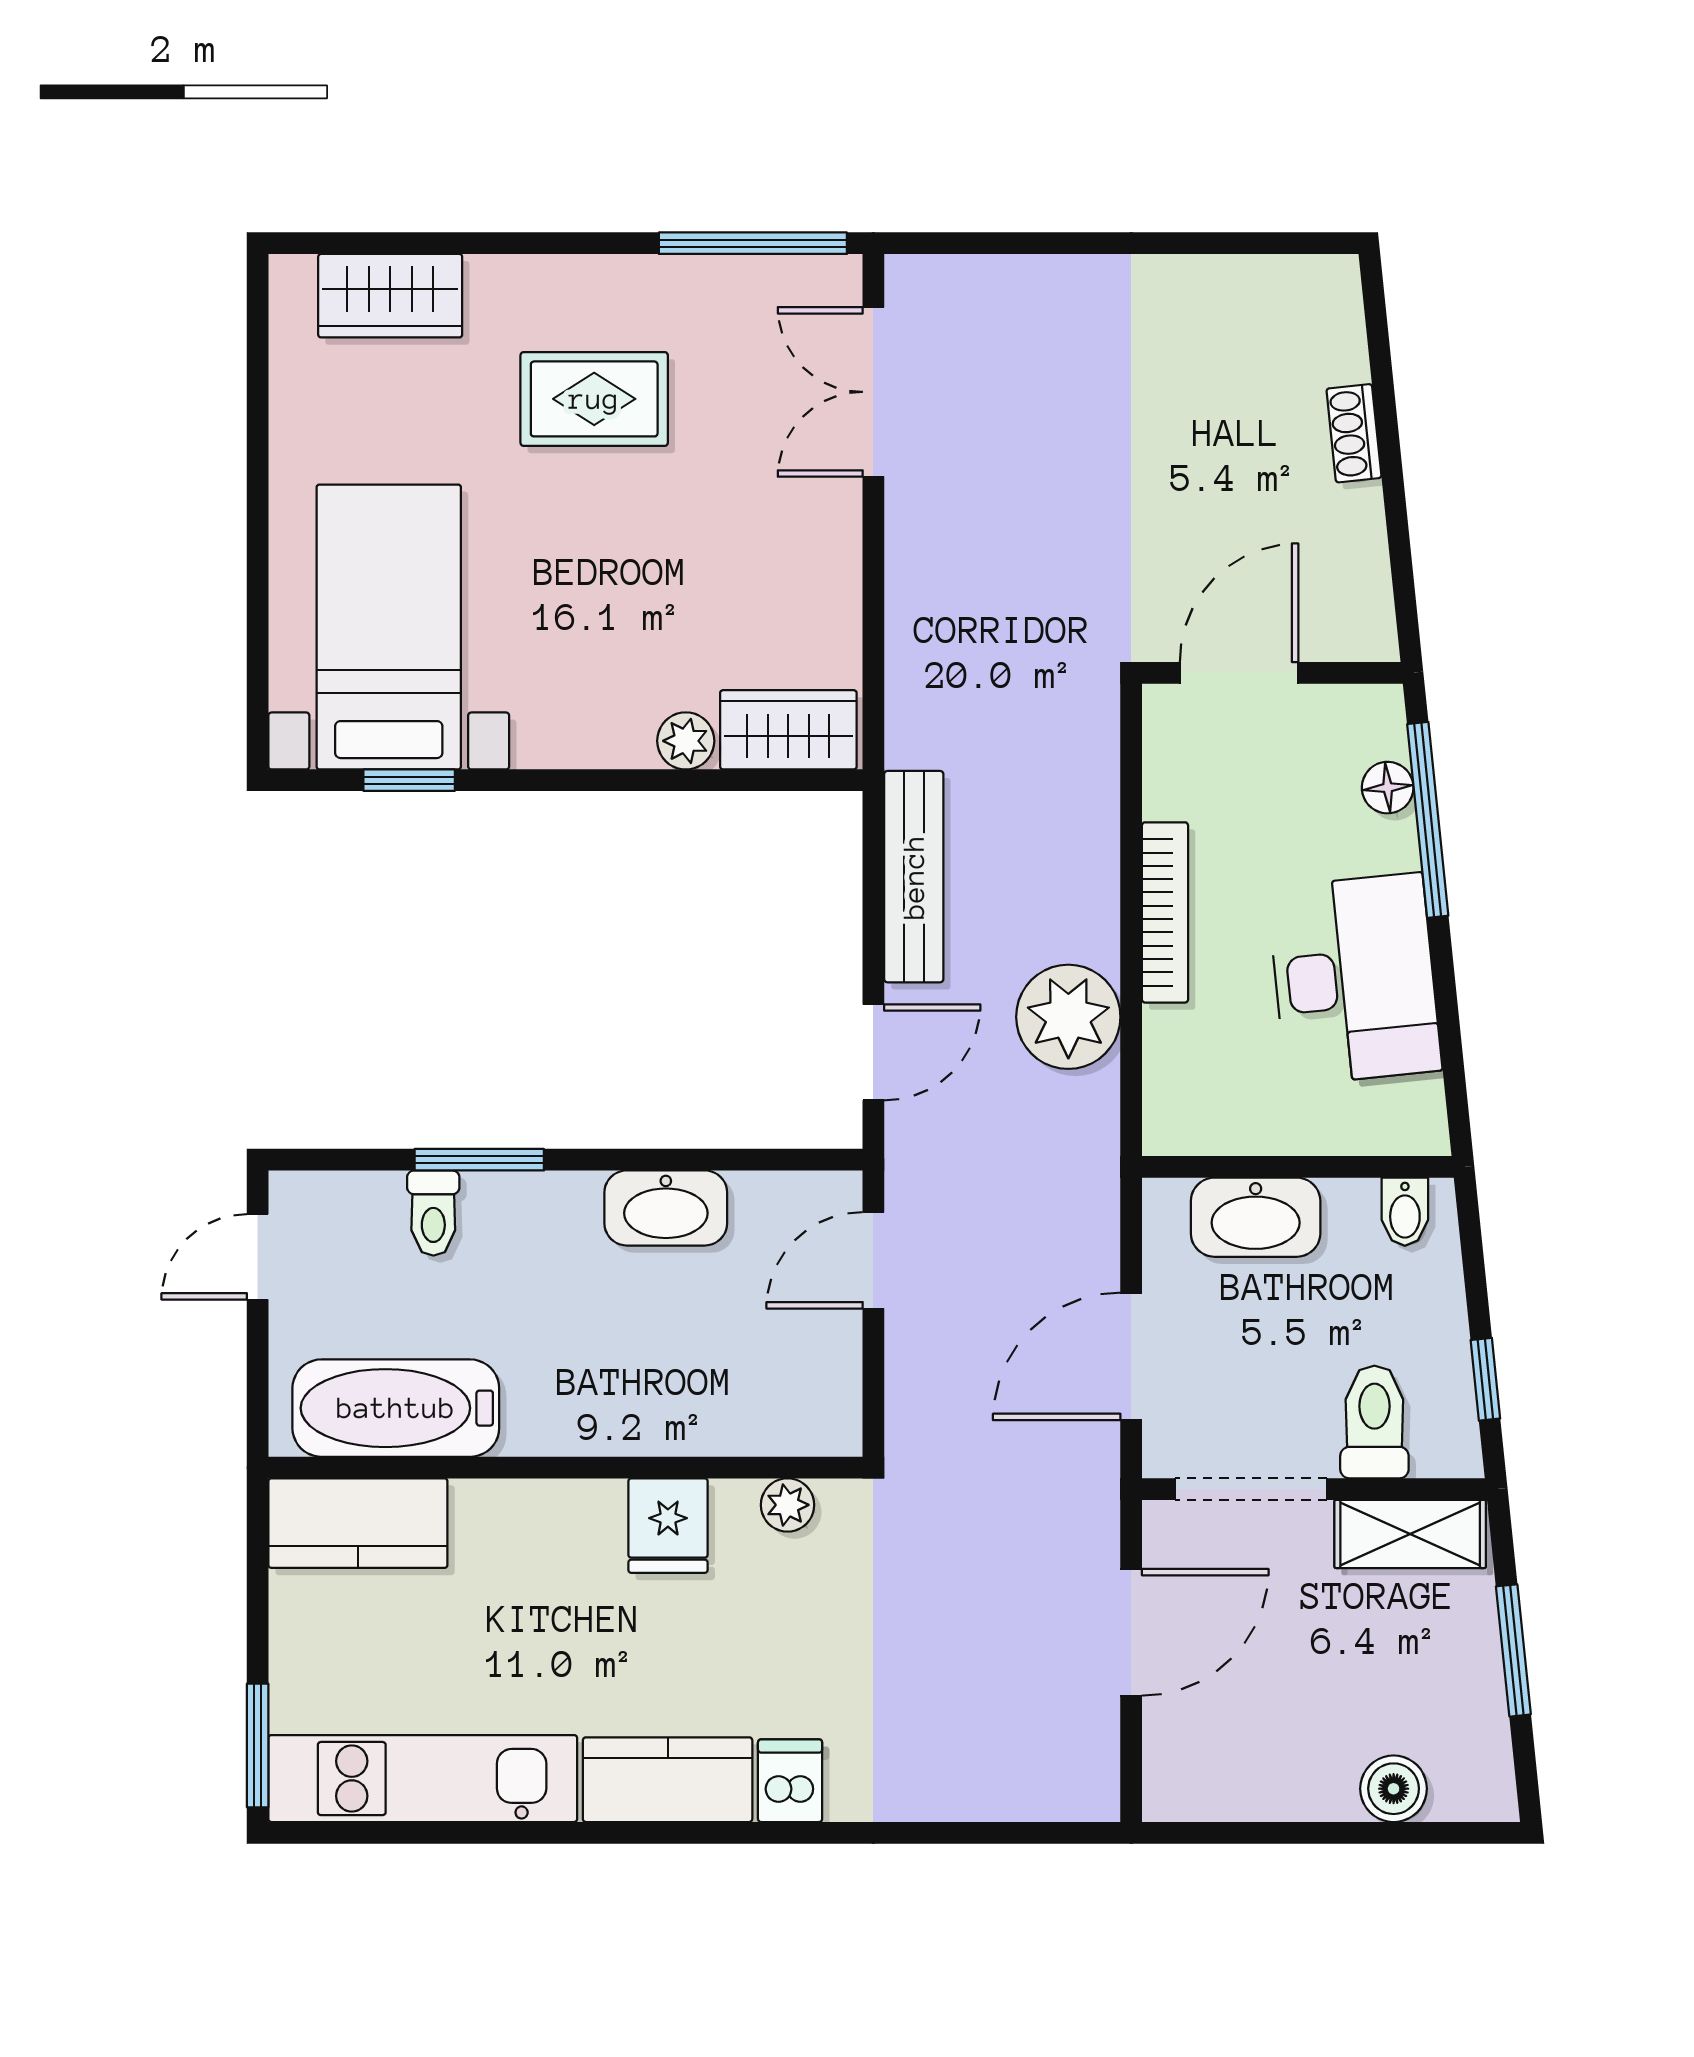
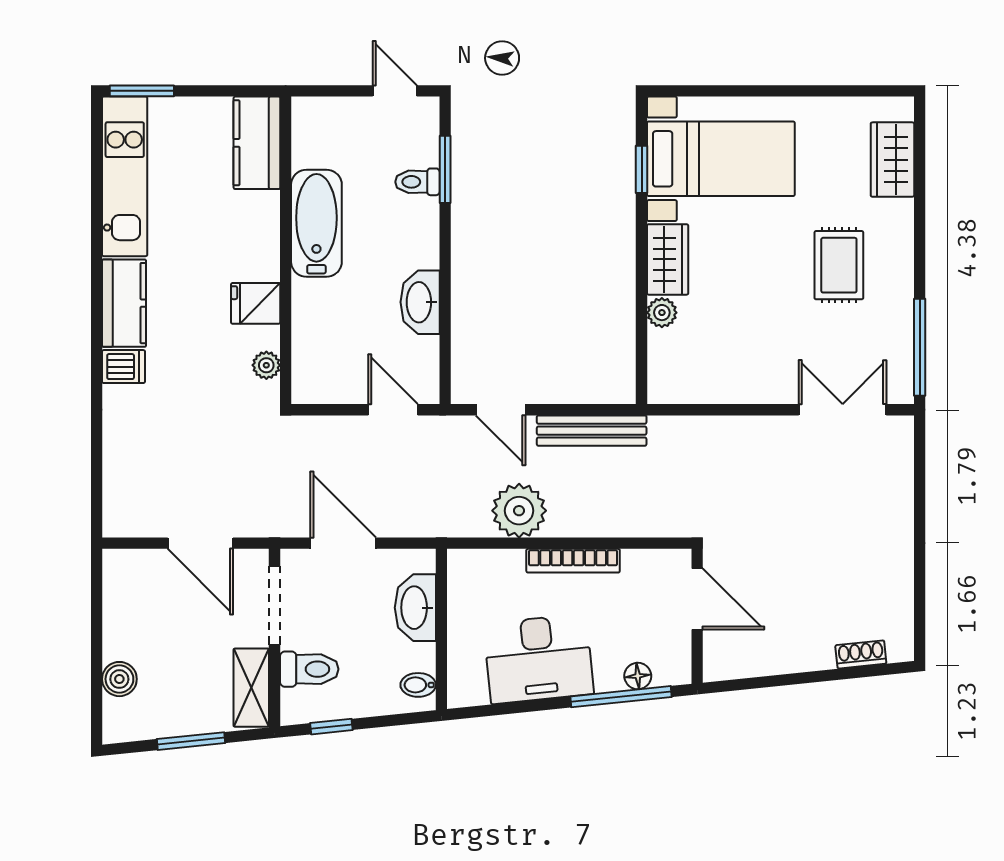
shoe rack: (1354, 433) -> (861, 654), moved
wardrobe: (788, 730) -> (668, 259), moved
window: (479, 1160) -> (445, 169), moved
bathtub: (396, 1408) -> (316, 223), moved

